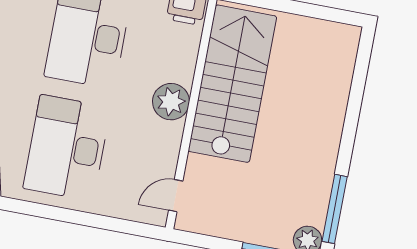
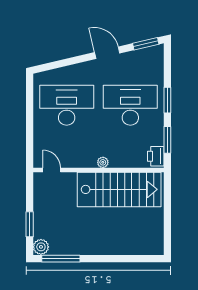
plant: (171, 102) -> (103, 162), width x0.53, depth x0.53

